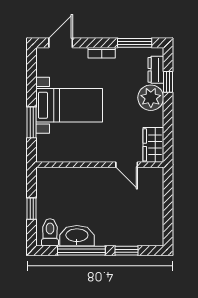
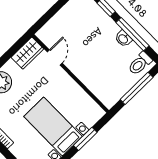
window: (32, 209) -> (137, 88), width x2.17
washbasin: (77, 236) -> (123, 39), width x0.52, depth x0.69

